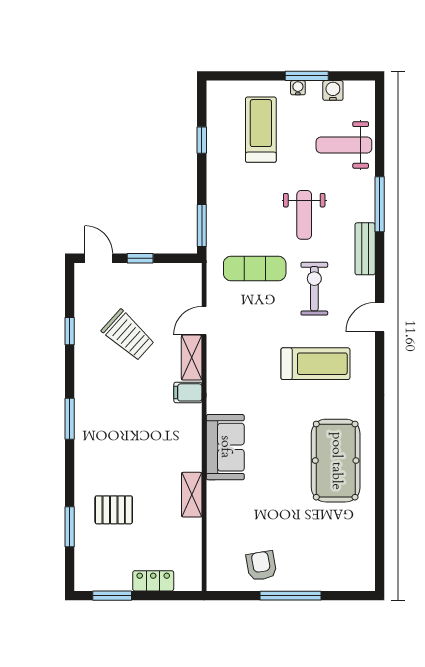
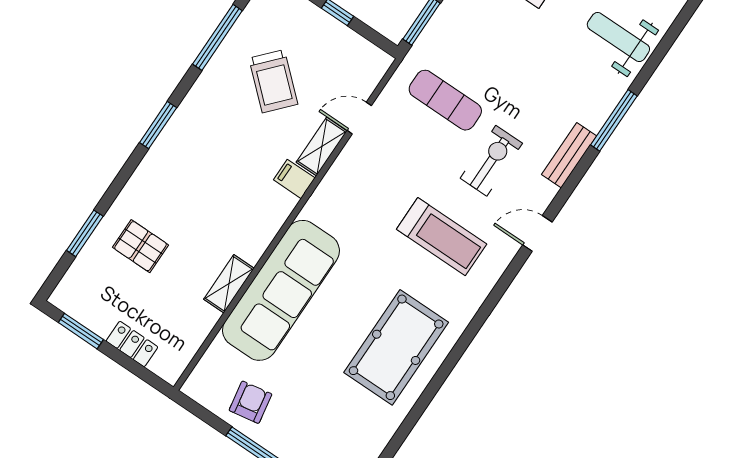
weight bench: (304, 215) -> (531, 80), removed
window: (70, 331) -> (217, 37), width x2.17
sofa: (225, 447) -> (281, 290), width x1.85, depth x1.27

